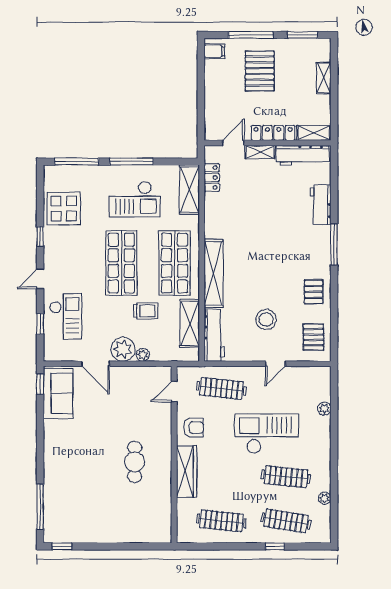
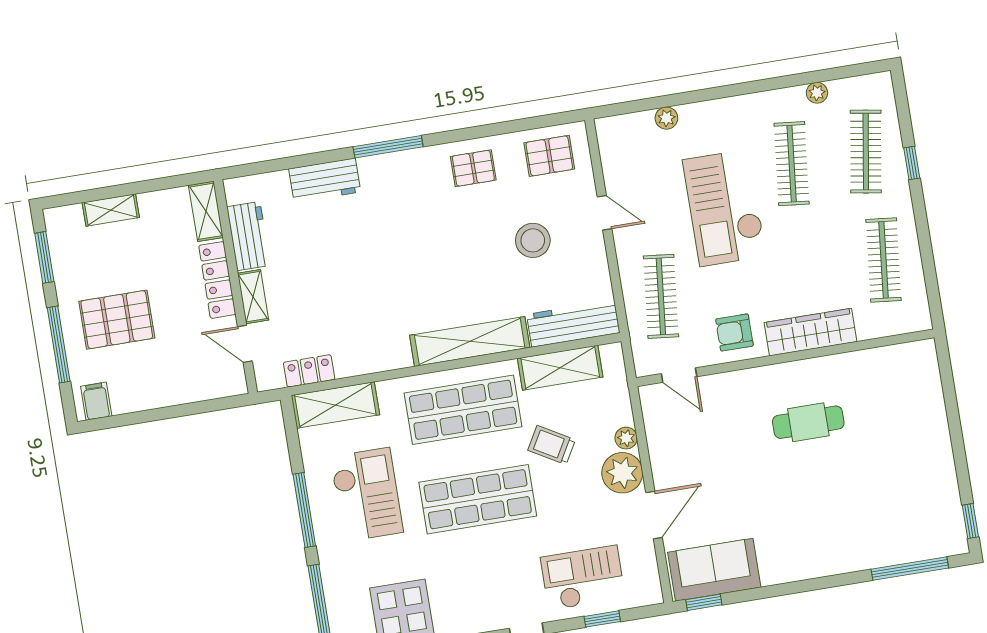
workbench: (303, 155) -> (248, 236), width x0.73
trolley: (146, 311) -> (552, 445), turned -60
armchair: (194, 428) -> (734, 332), turned -90

